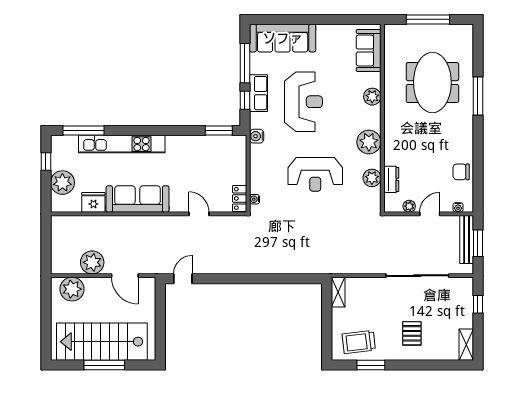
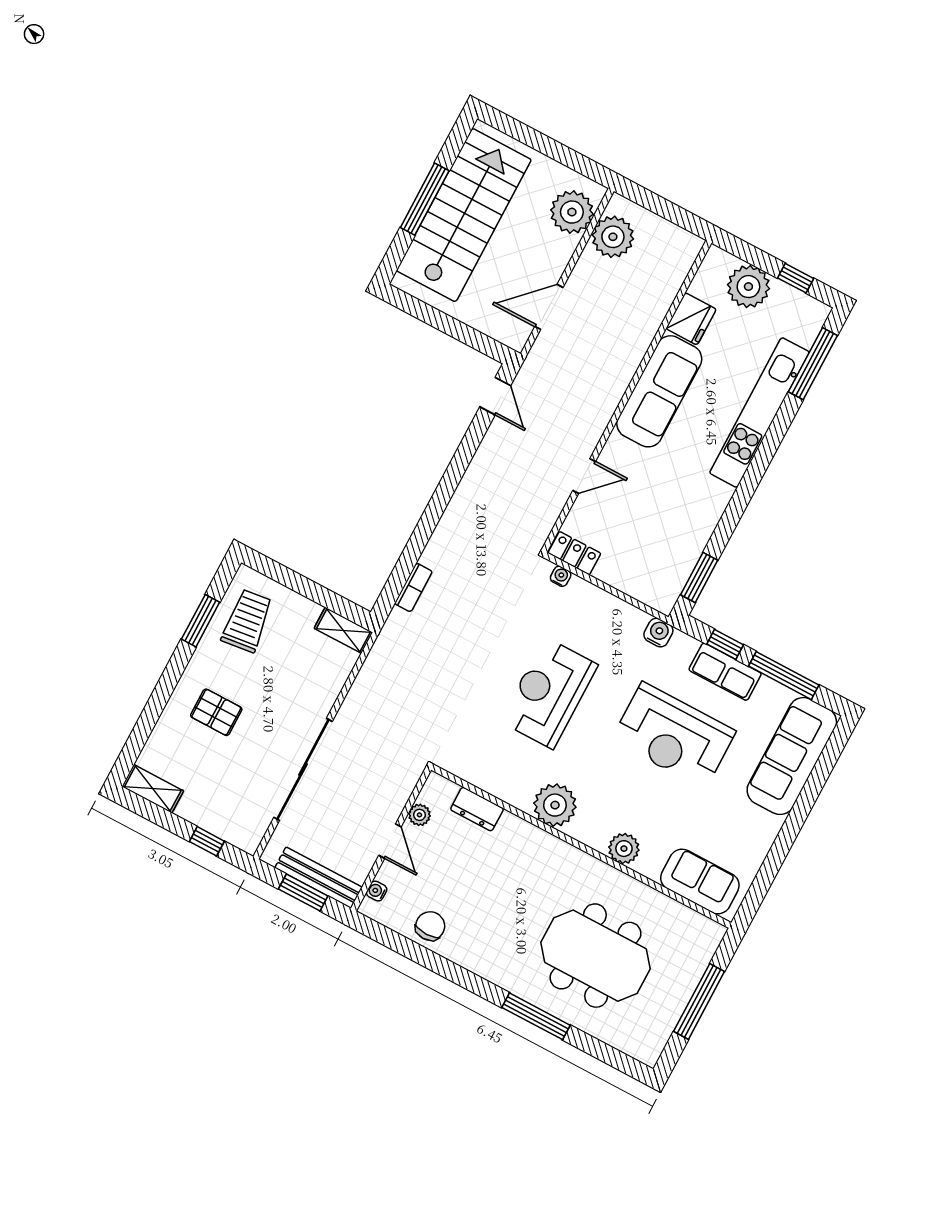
plant: (372, 178) -> (496, 780), removed
plant: (92, 262) -> (613, 237), moved
bookcase: (299, 269) -> (413, 587), added

